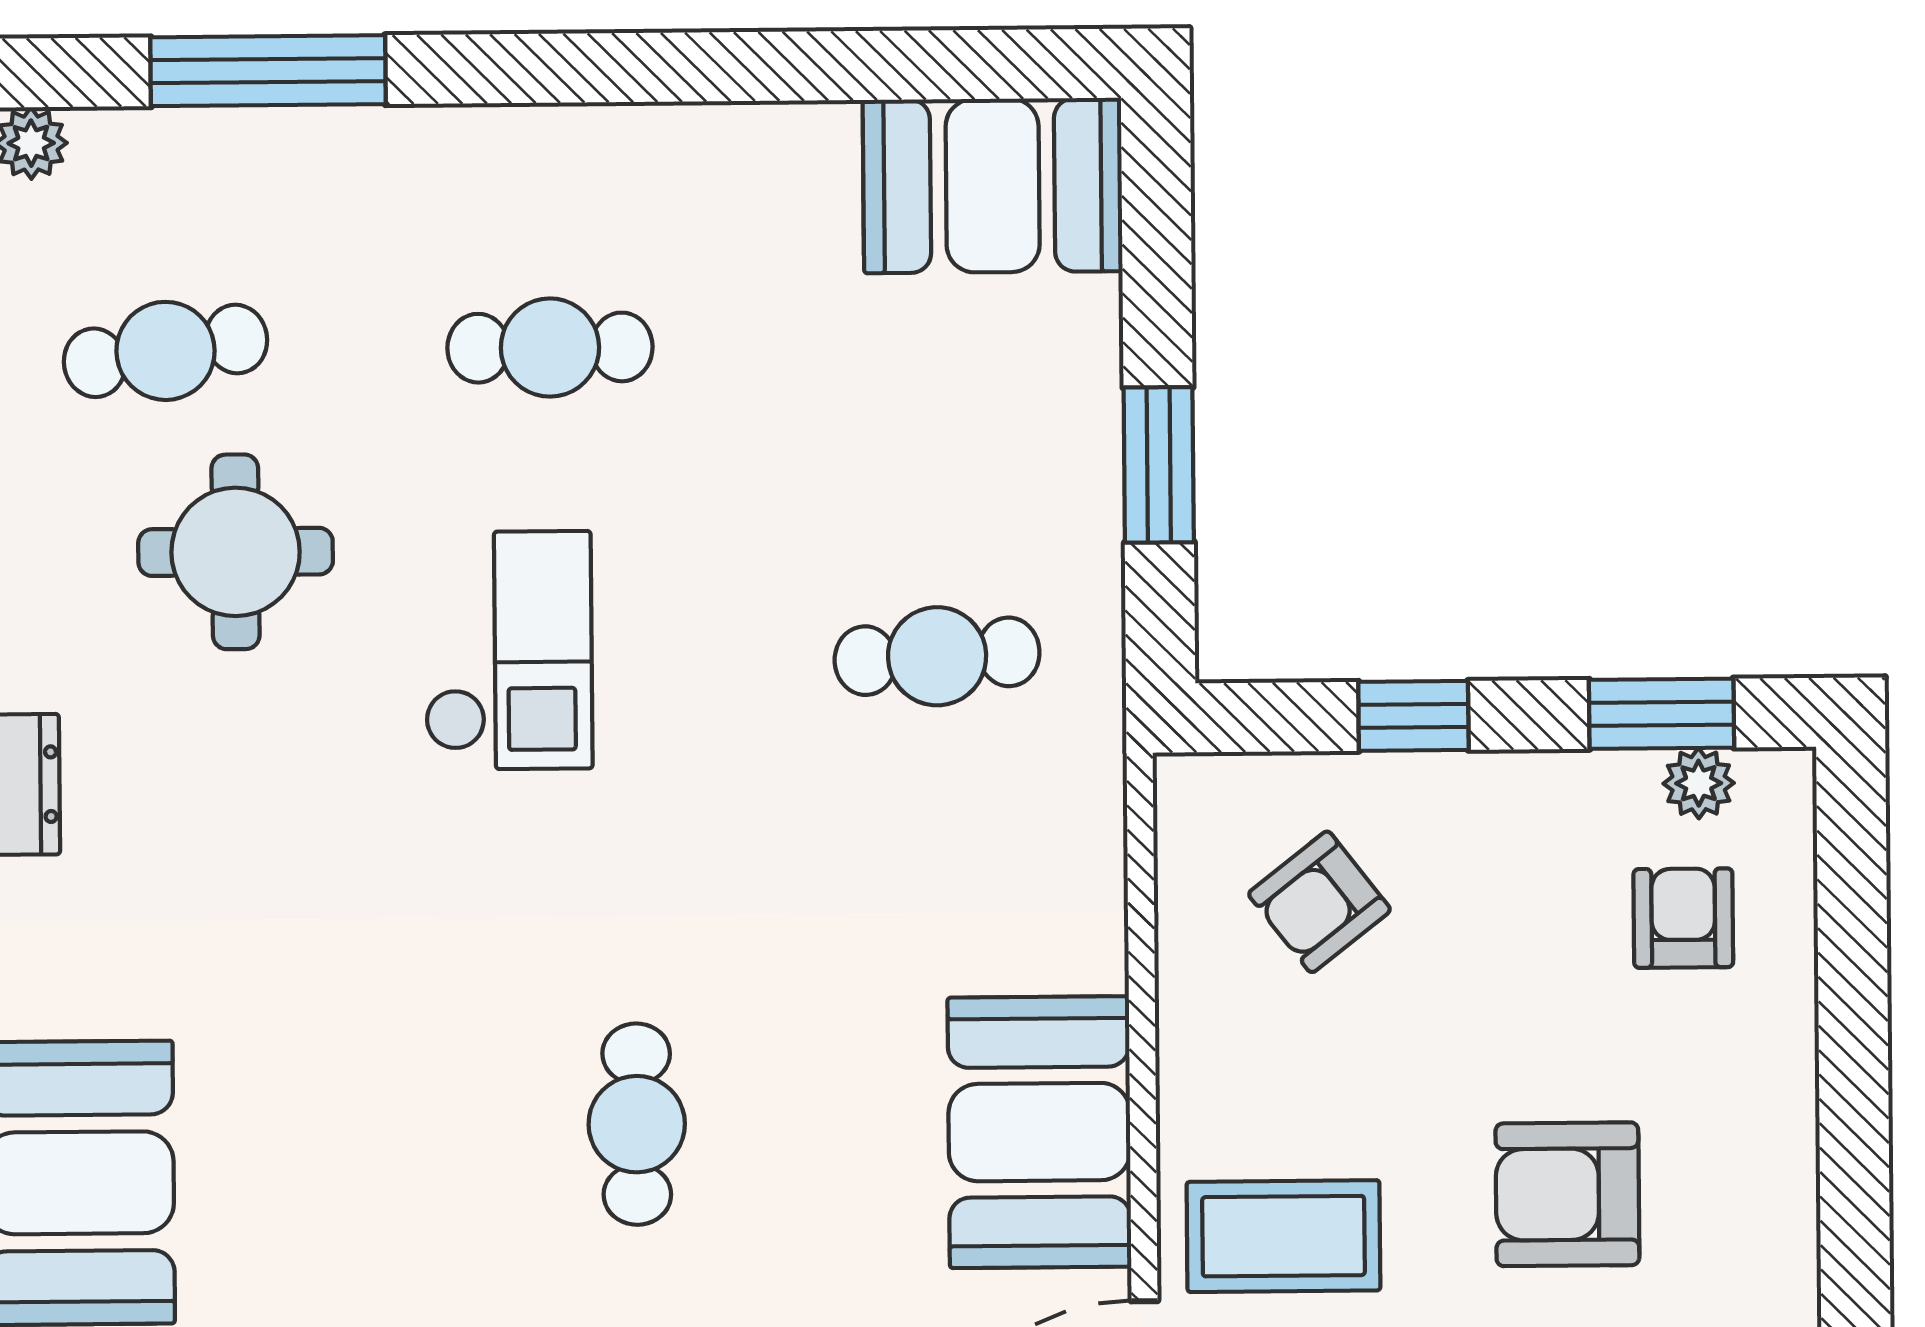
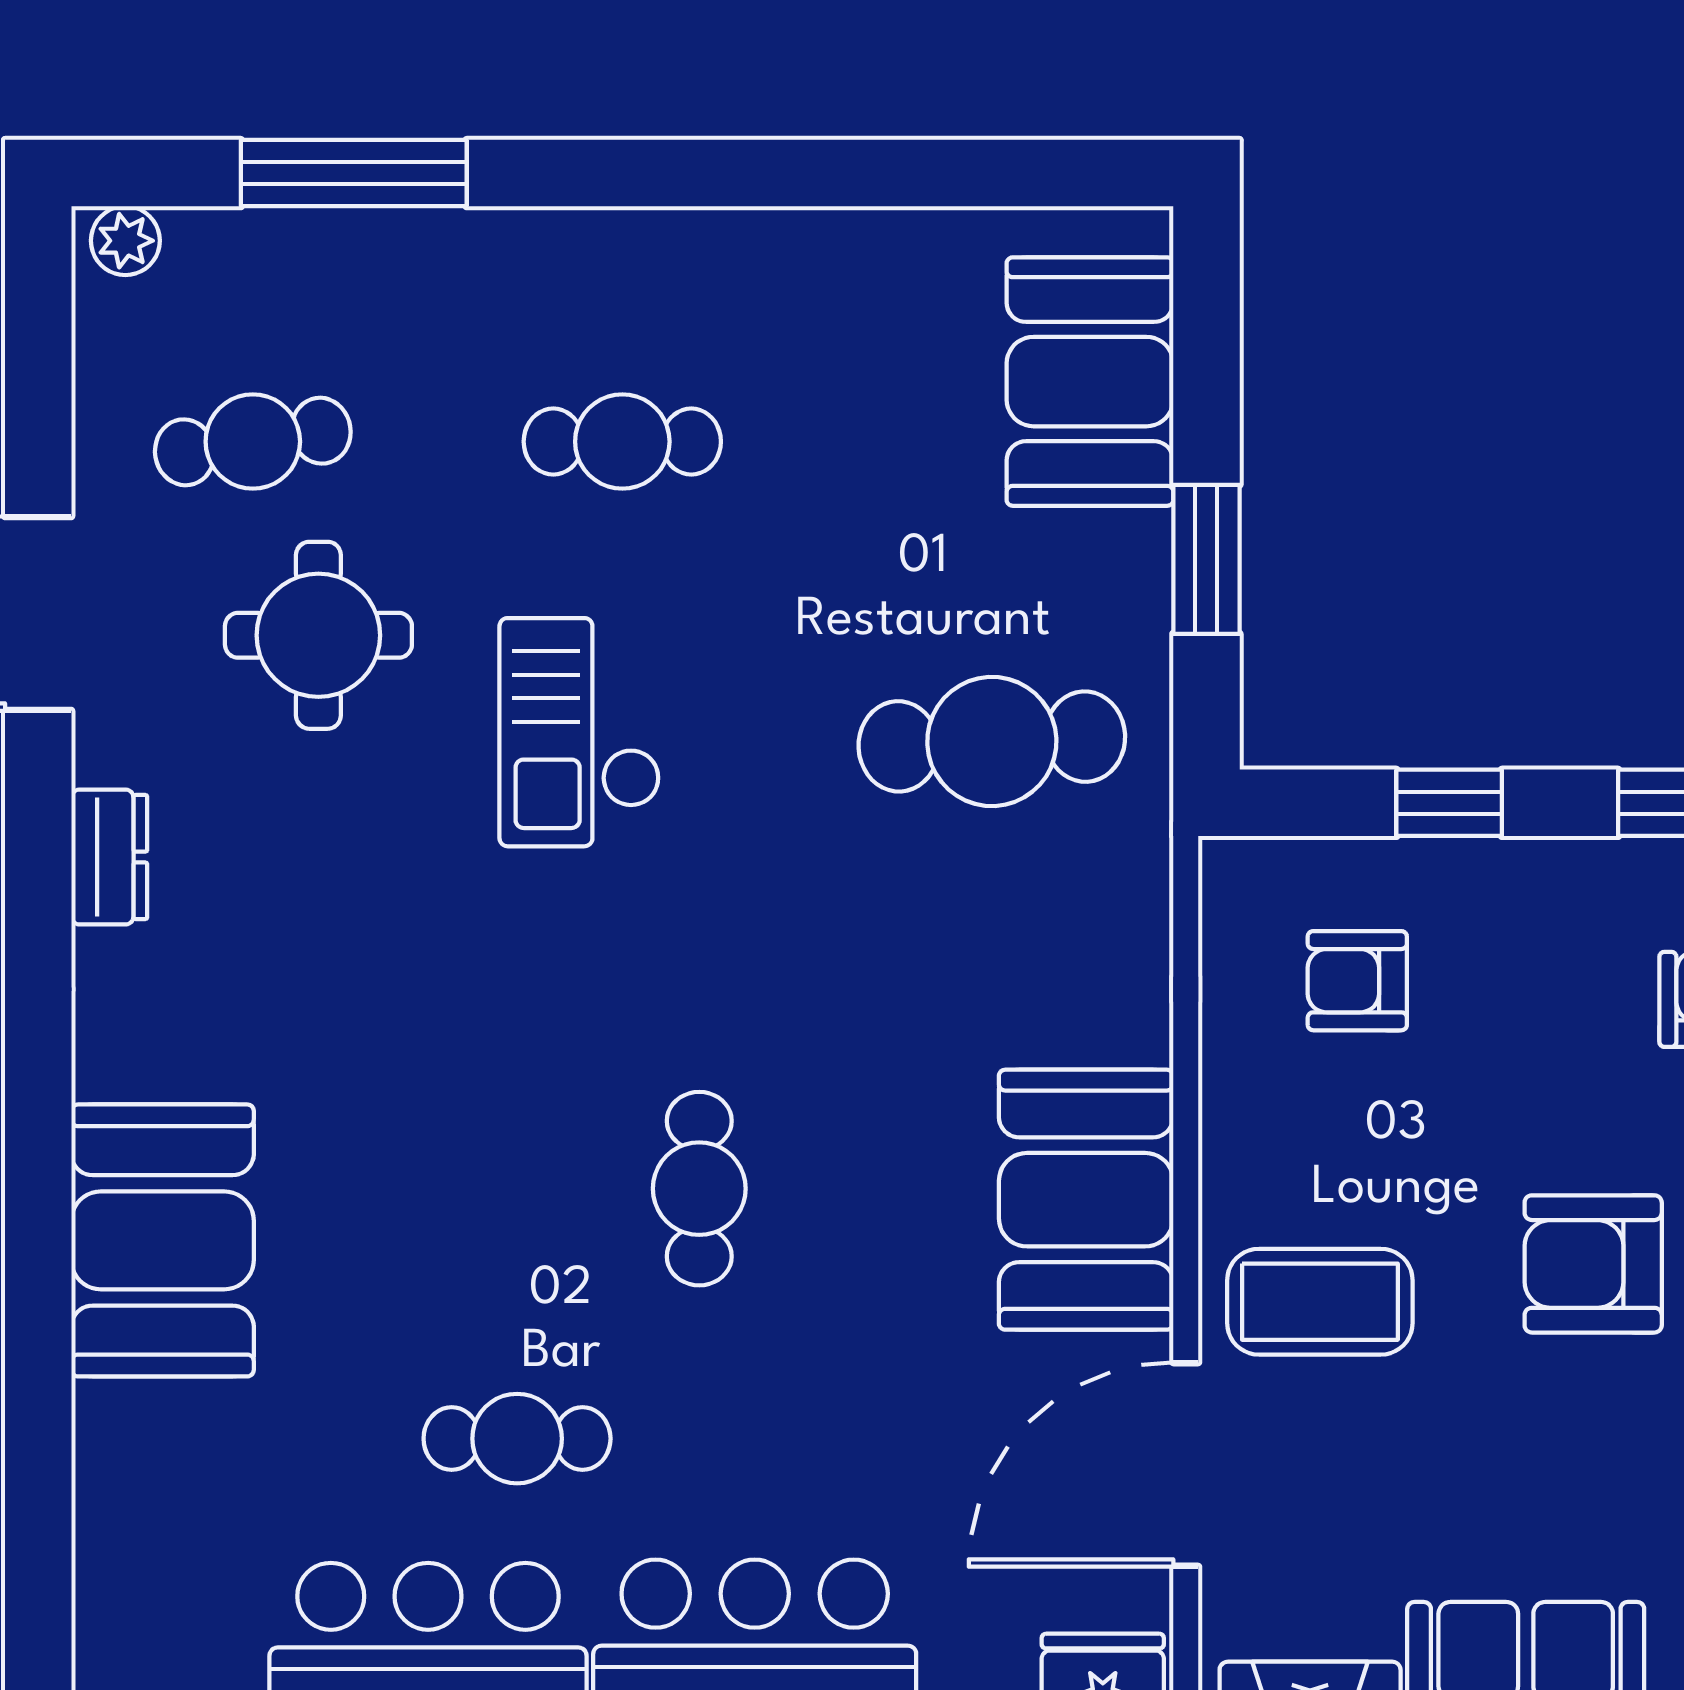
booth: (993, 186) -> (1090, 382), moved, turned 90
checkout: (508, 650) -> (580, 732), turned 180
cafe table: (937, 656) -> (992, 741), width x1.37, depth x1.35
armchair: (1319, 902) -> (1357, 981), turned 38

